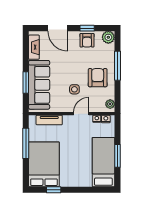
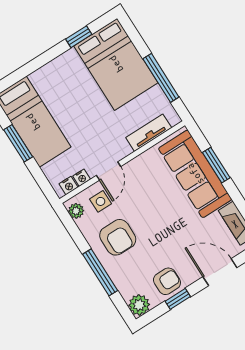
armchair: (87, 40) -> (167, 281), turned 90
side table: (74, 89) -> (100, 201), moved

